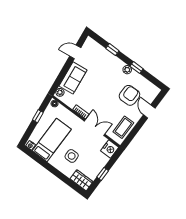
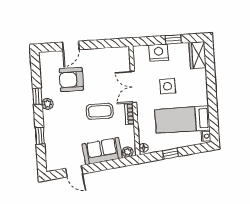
coffee table: (123, 127) -> (100, 111), moved
nightstand: (110, 149) -> (159, 53), moved
side table: (72, 156) -> (167, 86), moved

